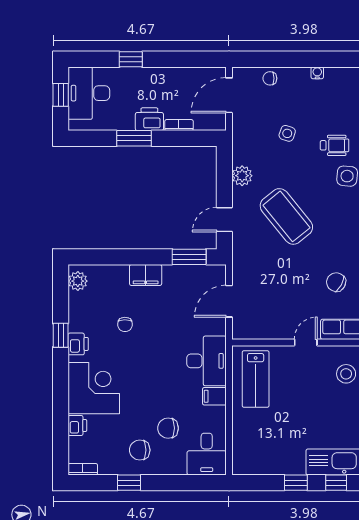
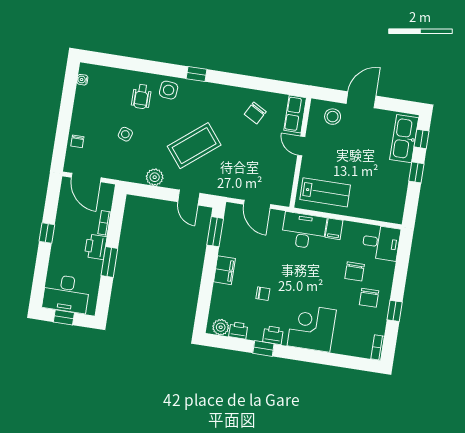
window: (131, 59) -> (47, 233), moved
water cooler: (317, 73) -> (82, 80), moved
wheelchair: (334, 145) -> (141, 96), turned 180
printer: (77, 425) -> (238, 330), moved

